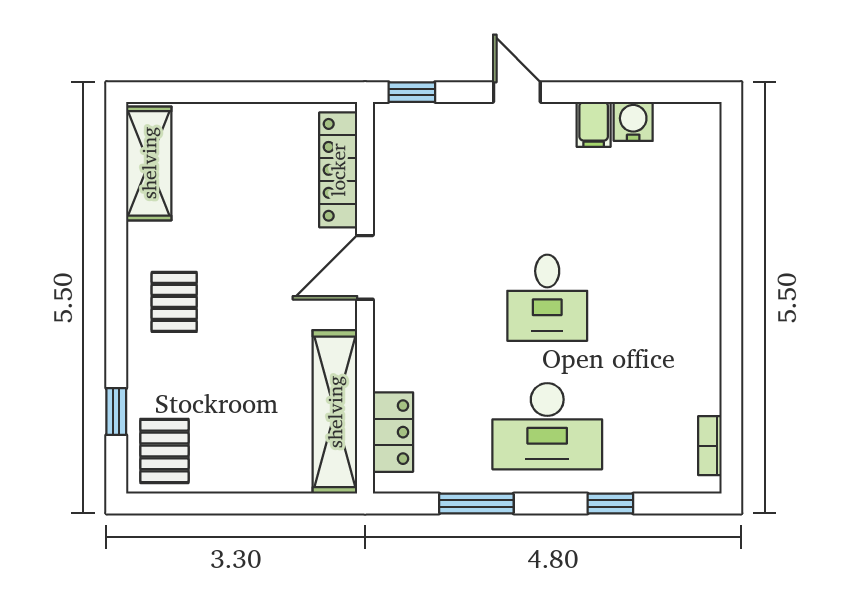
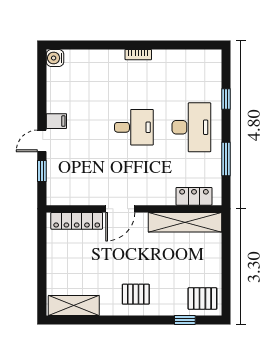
window: (412, 92) -> (42, 171), moved
water cooler: (633, 121) -> (55, 58), moved
filing cabinet: (594, 124) -> (56, 121), moved
door: (365, 267) -> (120, 209), hinge flipped
bookcase: (710, 446) -> (138, 55), moved

